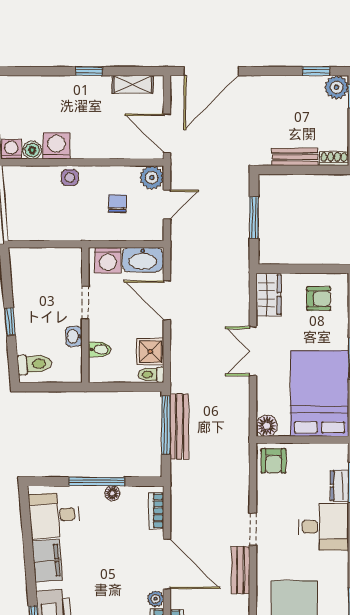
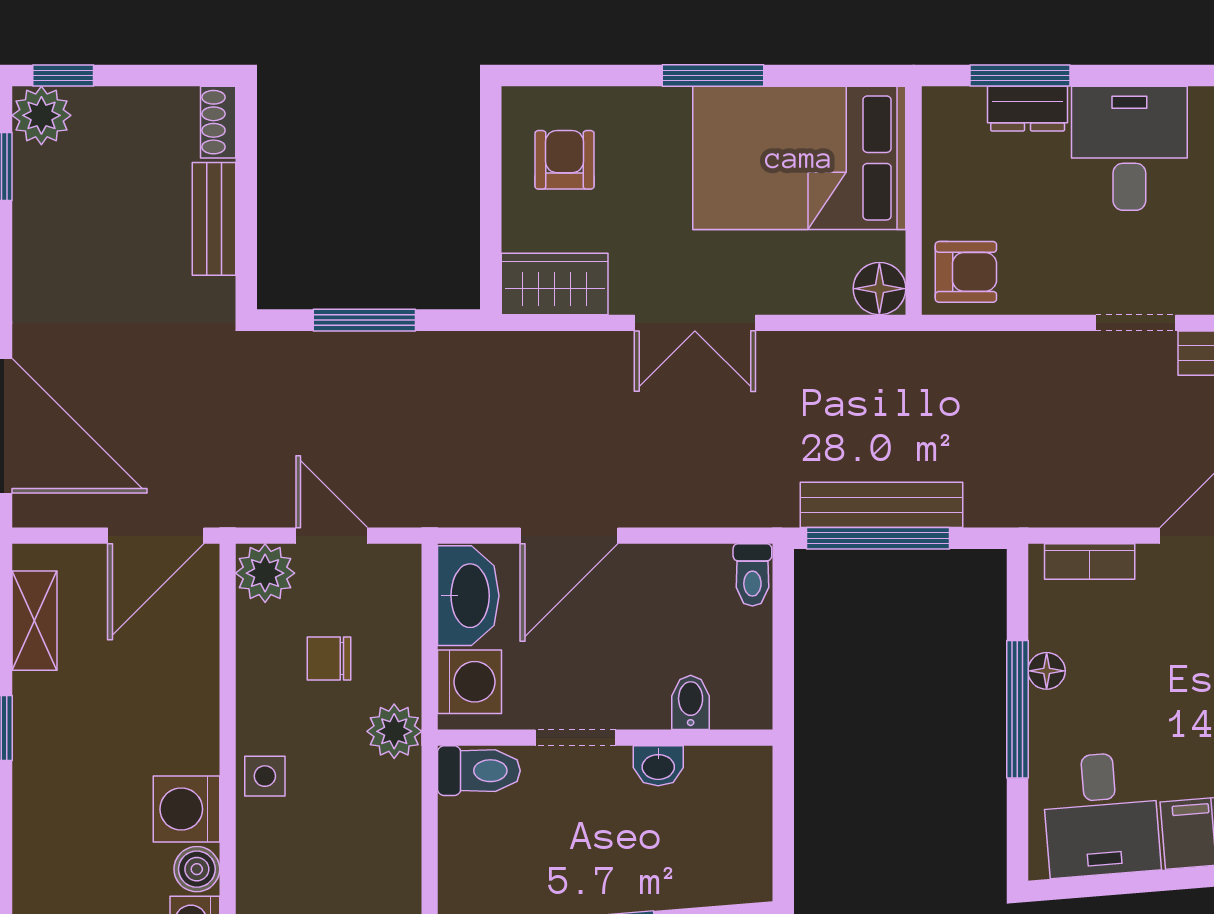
plant: (88, 230) -> (394, 731), added
shower: (150, 352) -> (696, 577), removed
toilet: (34, 364) -> (479, 771), moved, turned 95

